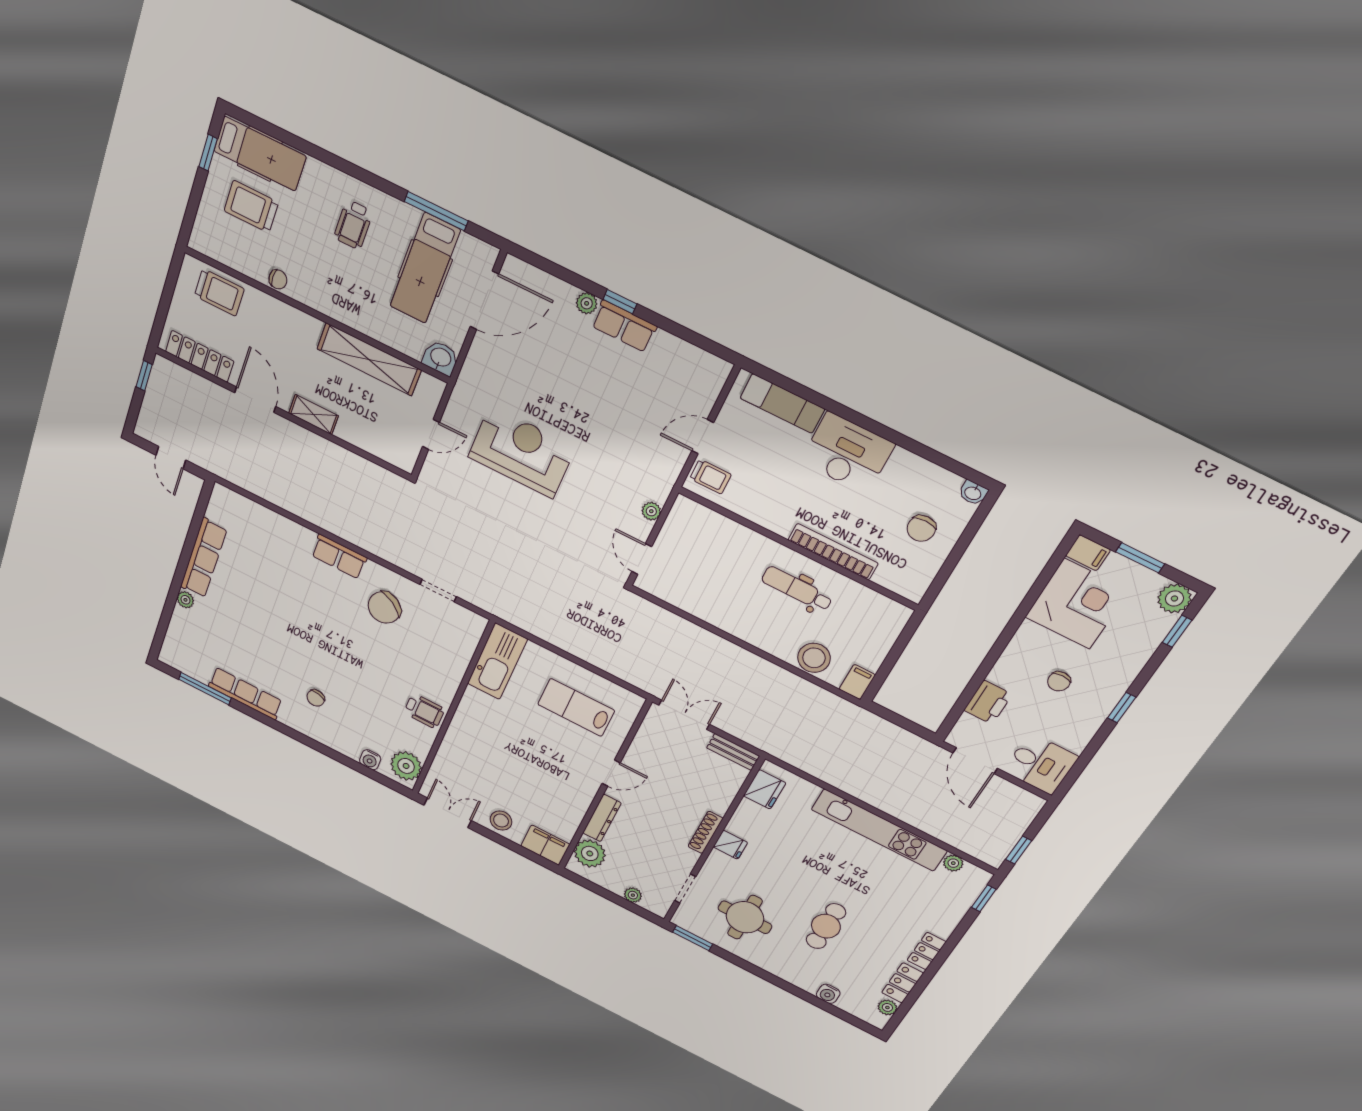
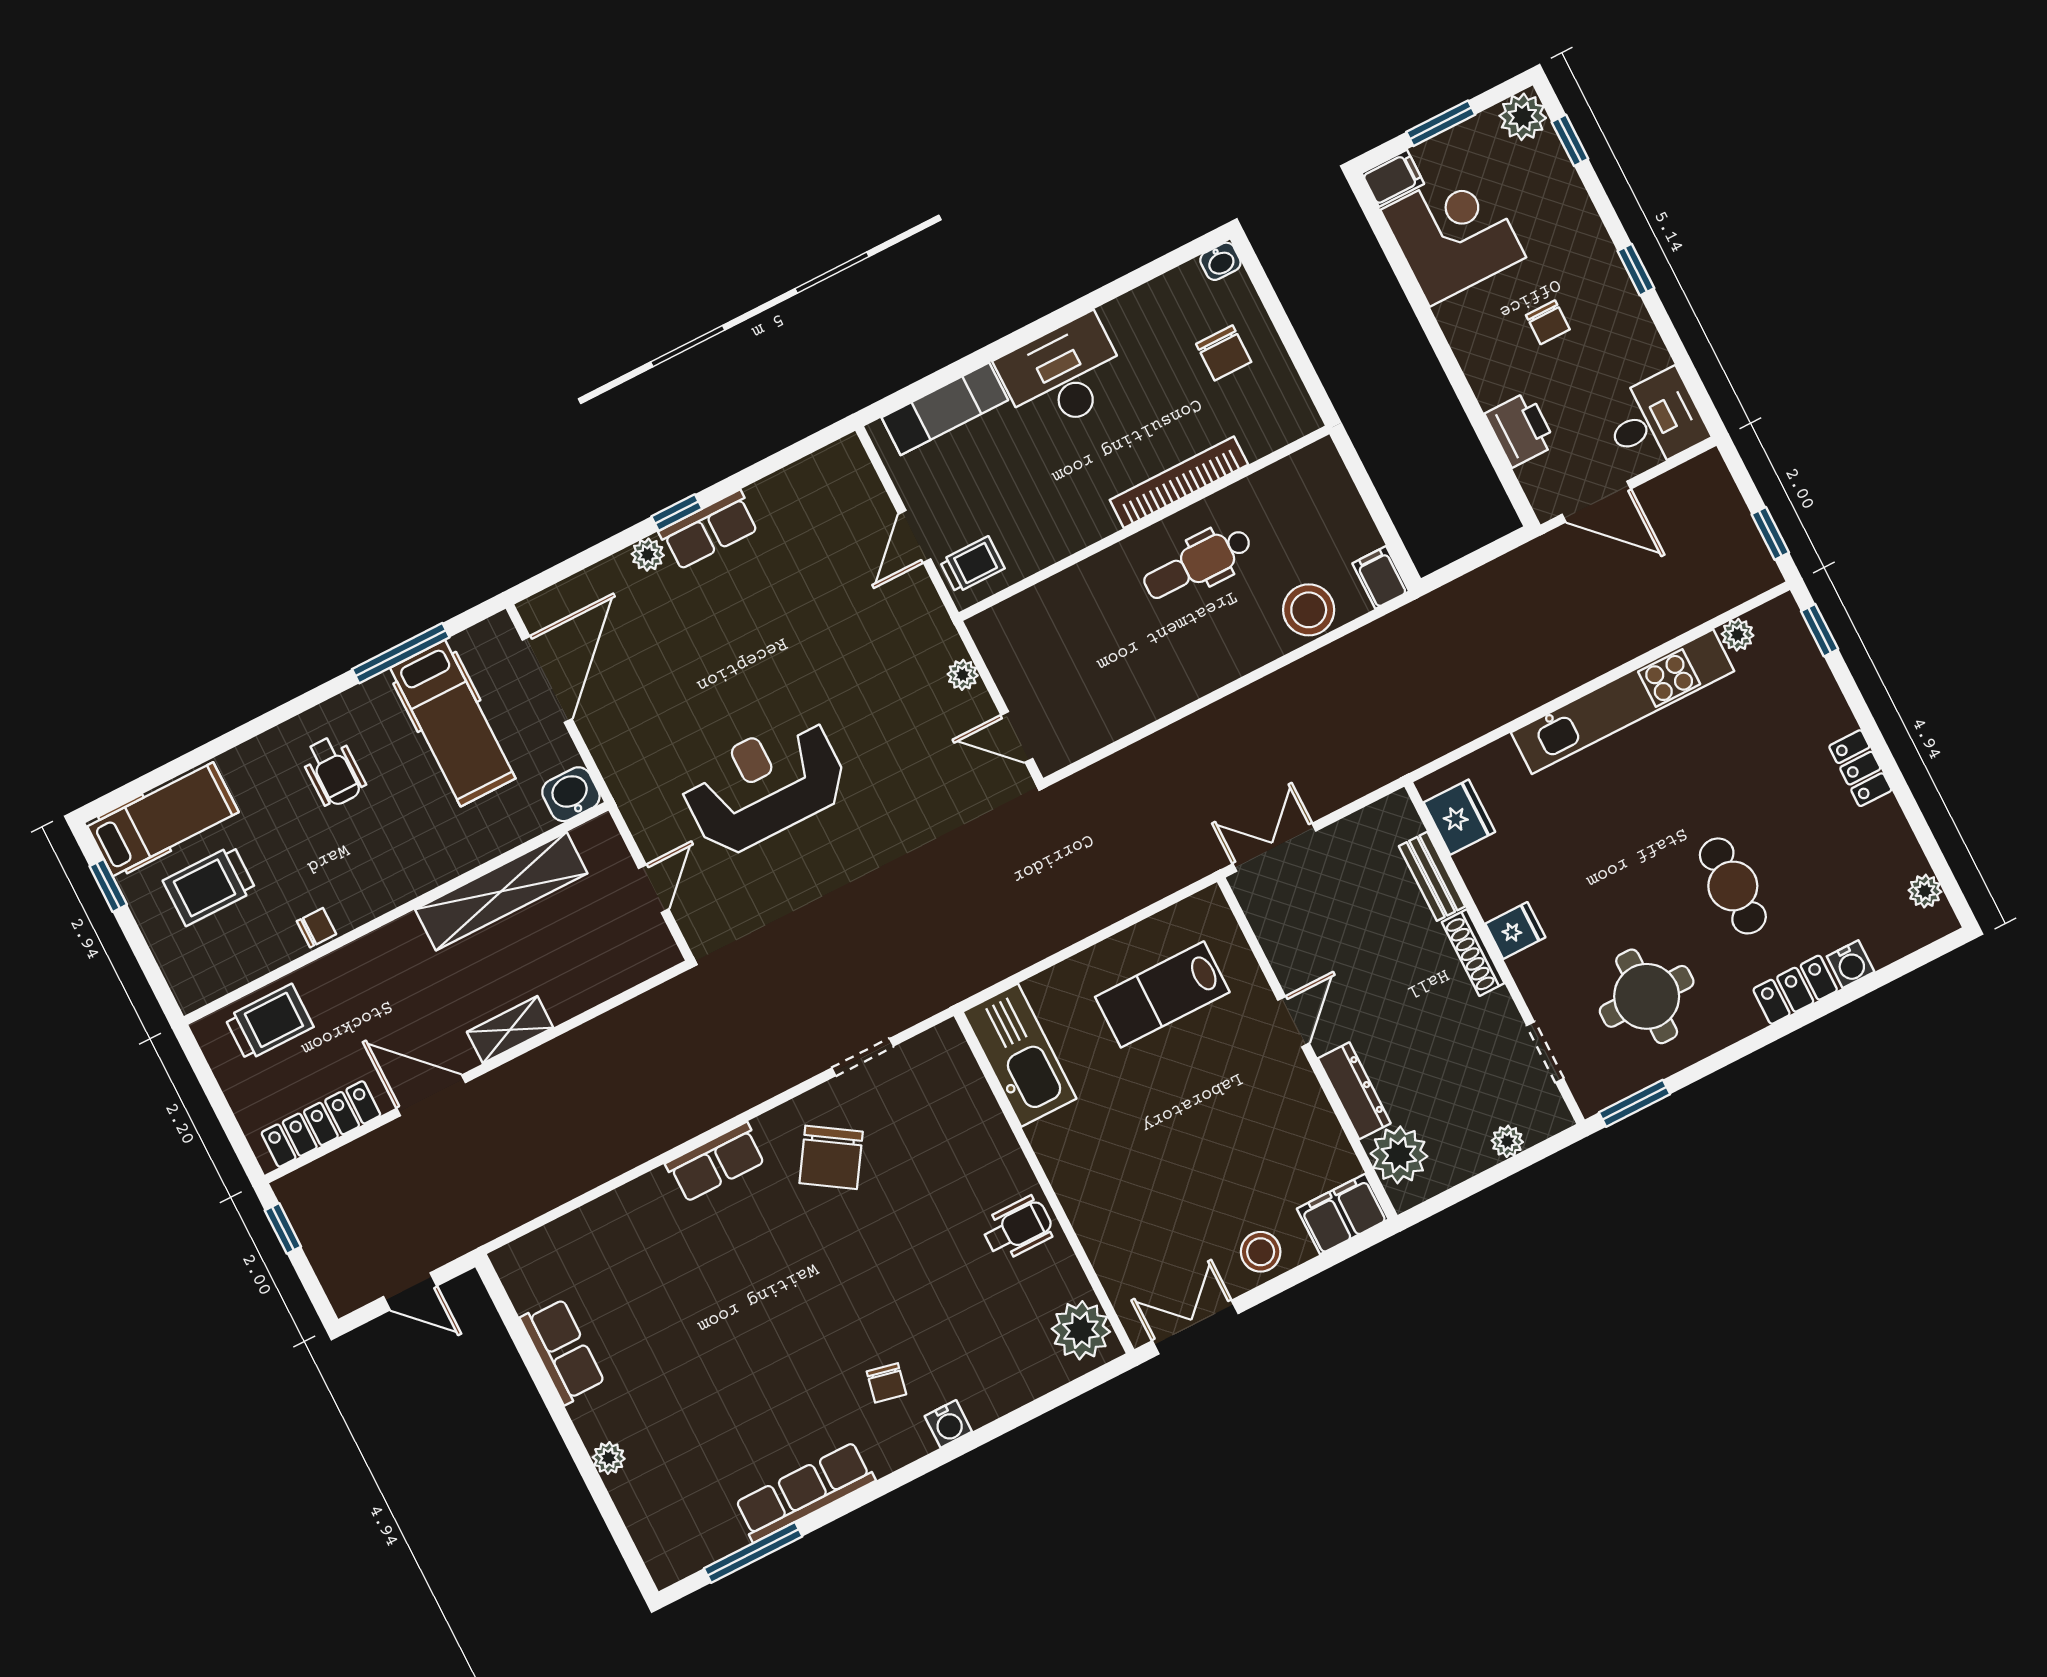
row of seats: (204, 558) -> (563, 1351), width x0.68
bench: (733, 752) -> (1432, 876), moved, turned 90
water cooler: (370, 760) -> (948, 1424), moved
locker: (902, 983) -> (1795, 990), moved, turned 90

